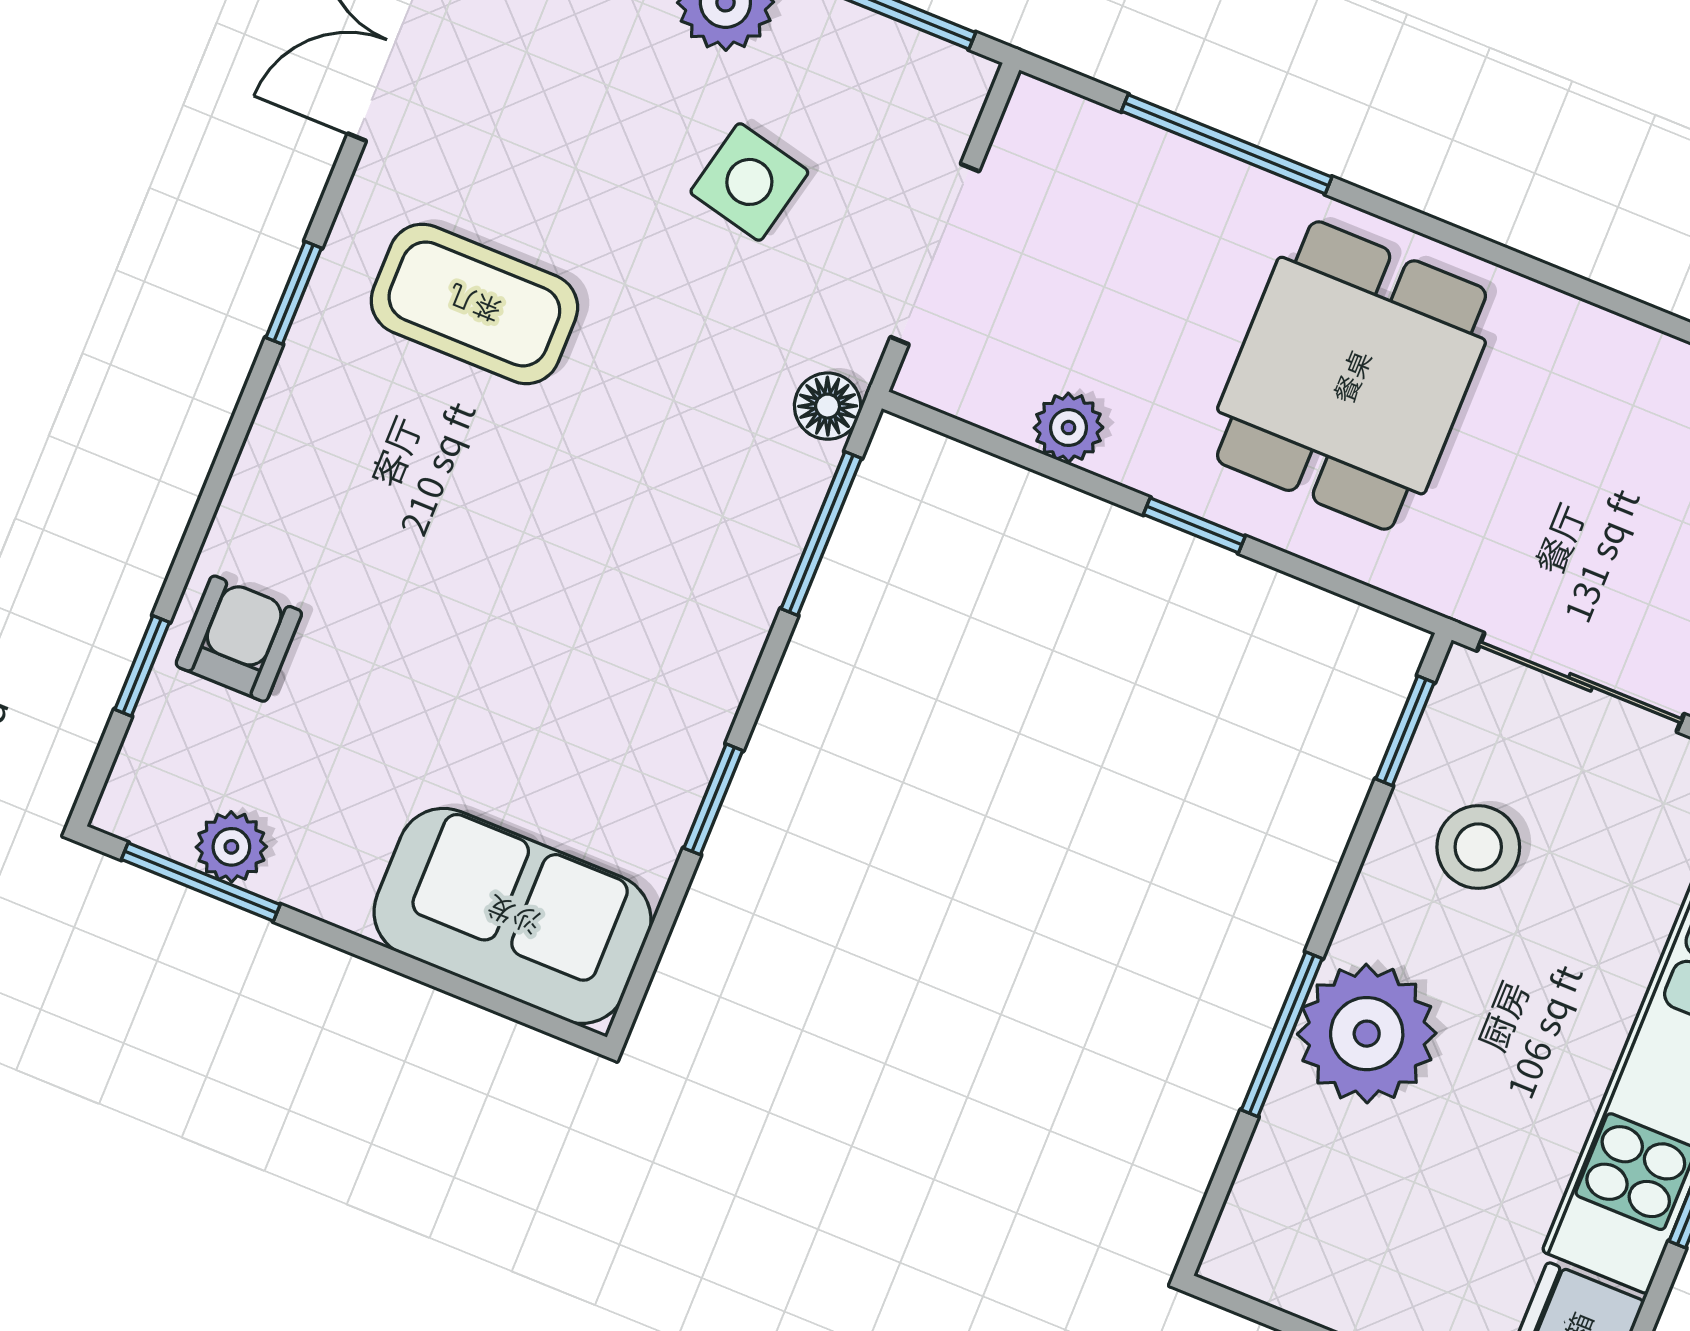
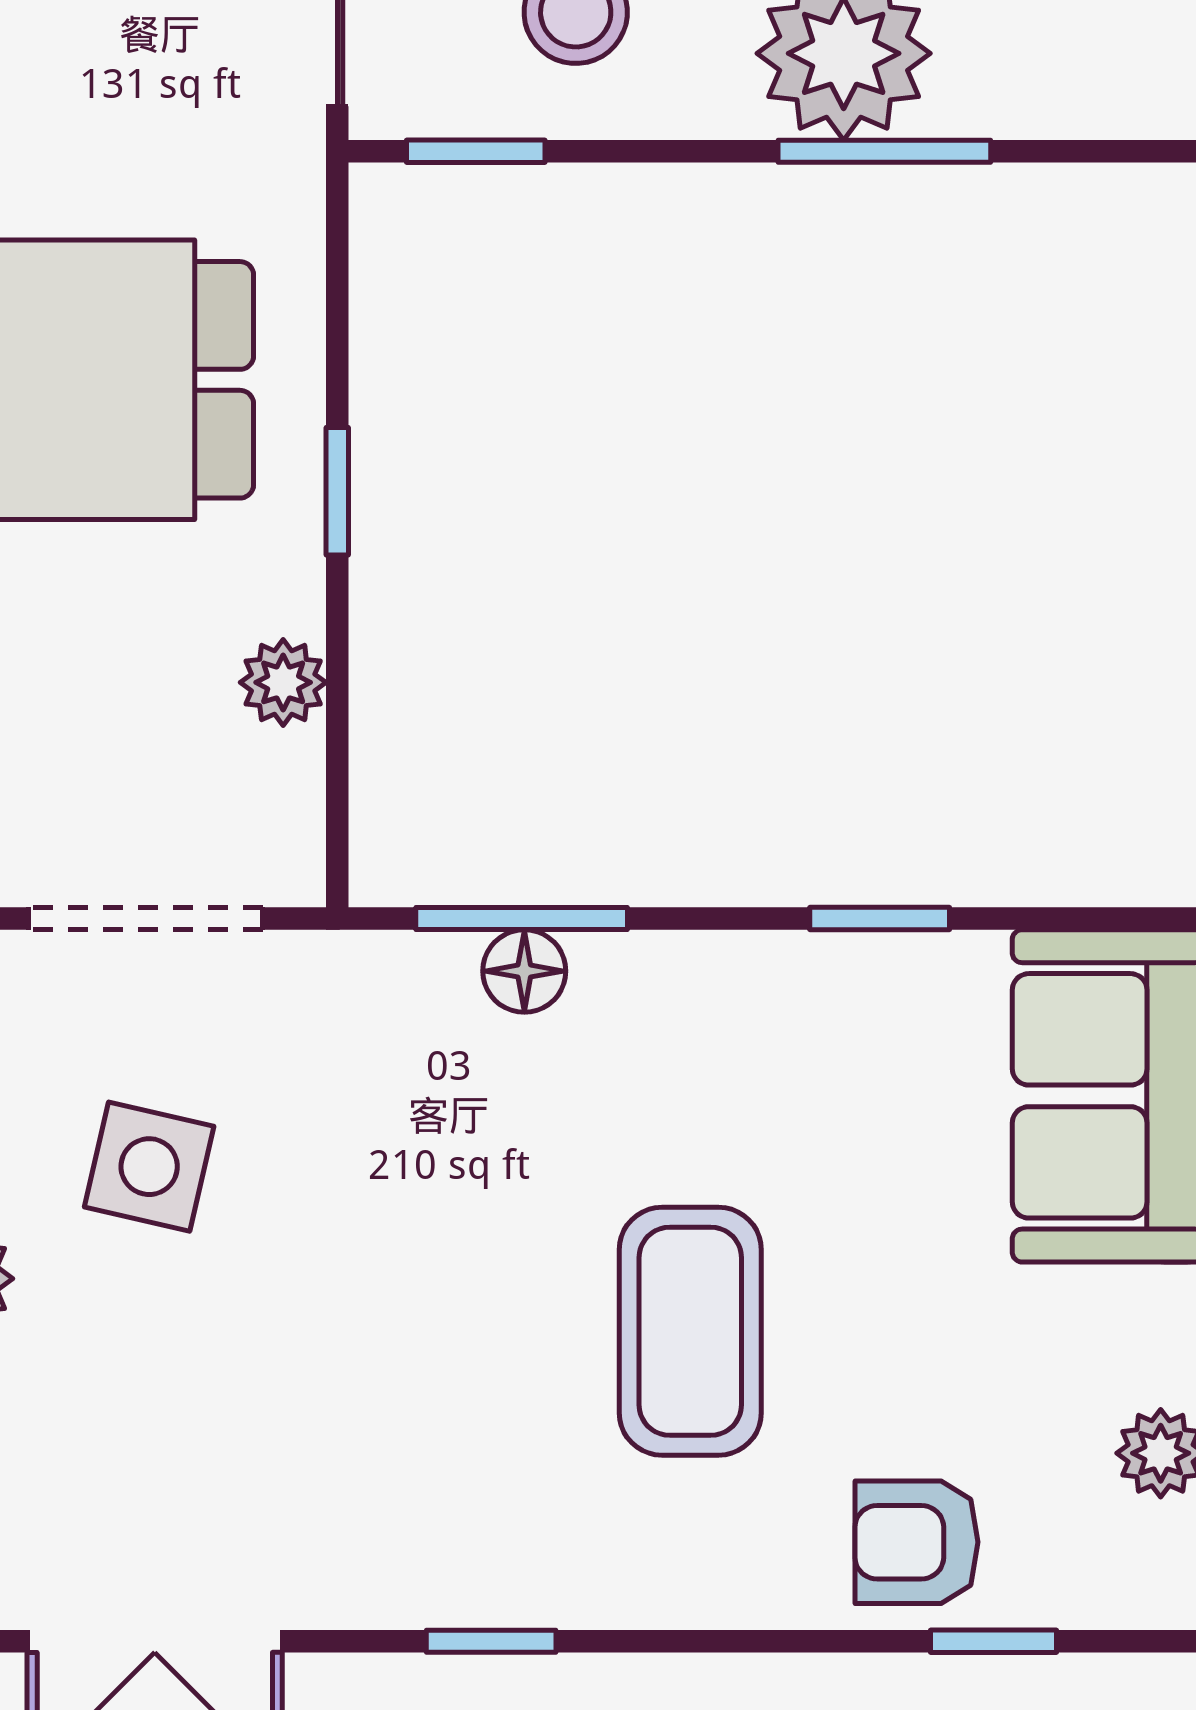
coffee table: (474, 304) -> (690, 1331), moved
floor lamp: (828, 406) -> (524, 971), moved

